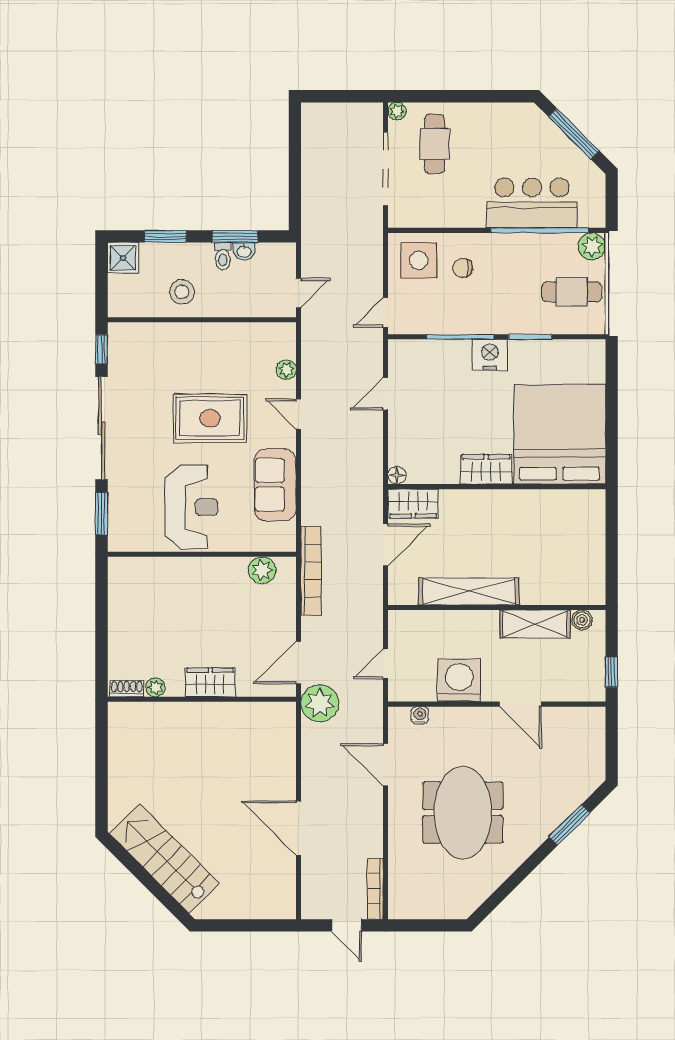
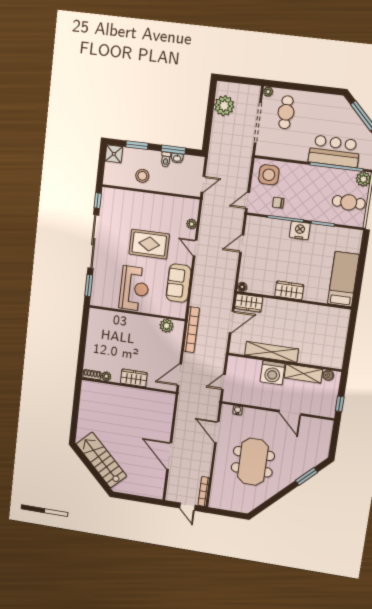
chair: (463, 268) -> (278, 203), moved
bed: (560, 434) -> (343, 279), width x0.49
washing machine: (459, 680) -> (273, 373), moved, turned 180
plant: (320, 703) -> (224, 106), moved

